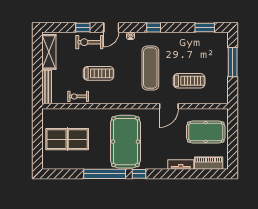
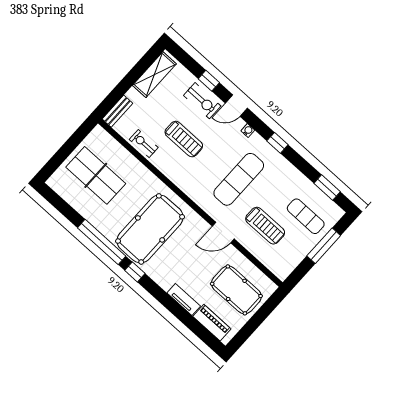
exercise bike: (89, 42) -> (202, 101), turned 180
exercise mat: (207, 55) -> (306, 216), added
bench: (47, 87) -> (117, 111), width x0.73

